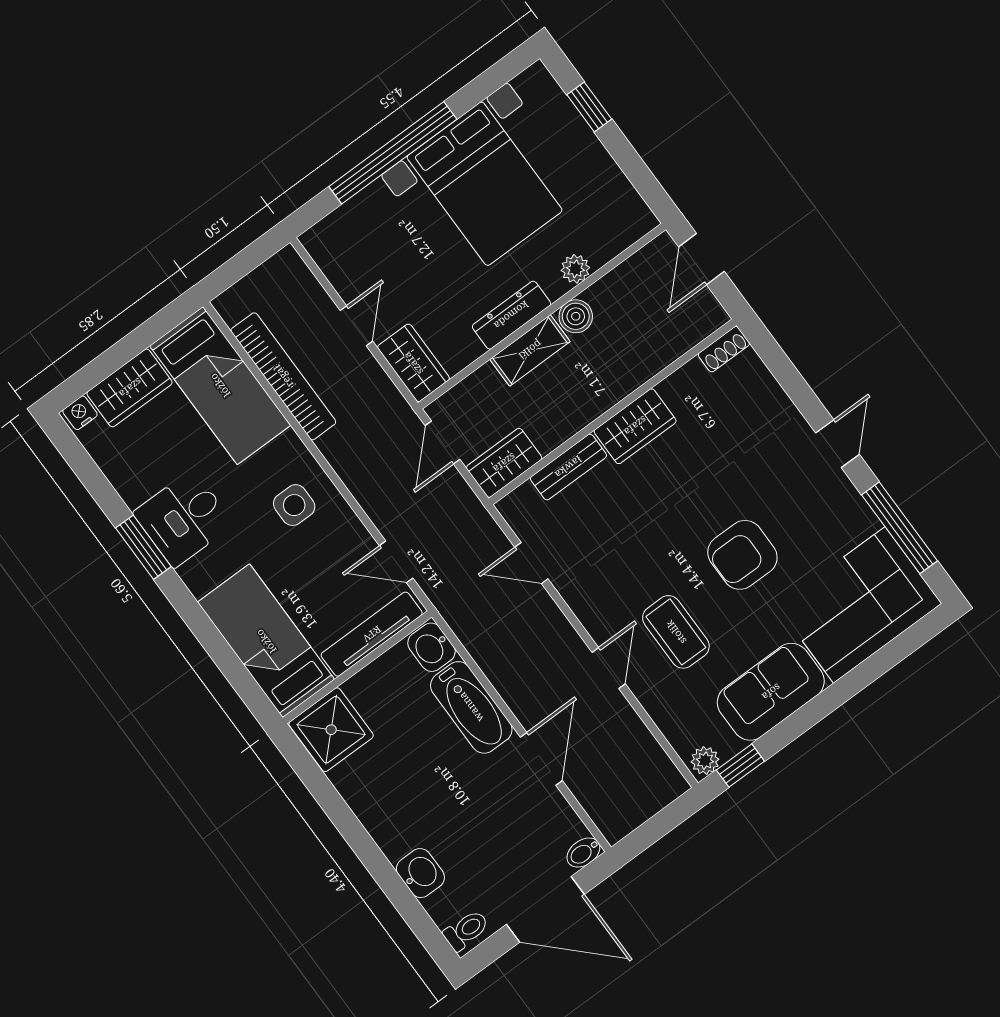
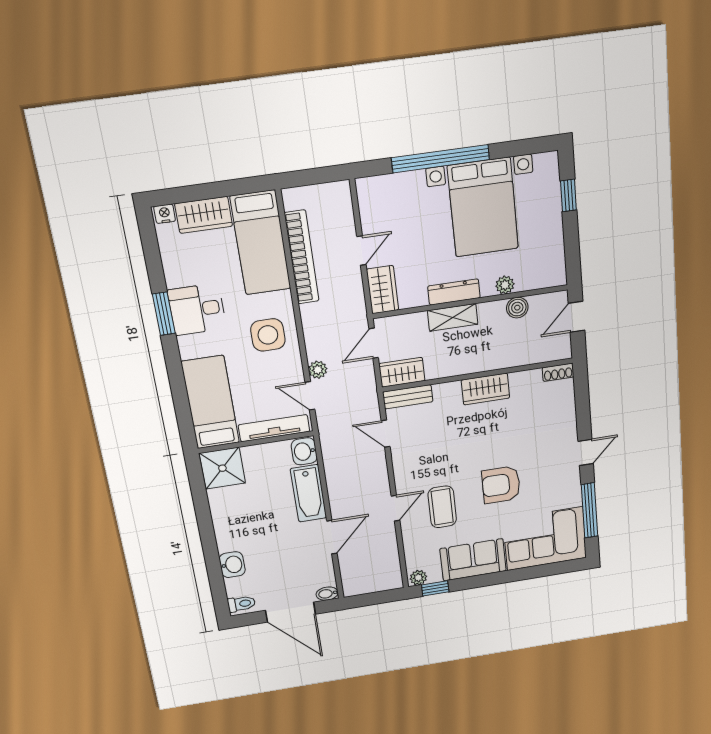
boiler: (576, 316) -> (517, 308), moved
bench: (568, 467) -> (408, 397), moved
side table: (294, 505) -> (268, 335), width x1.37, depth x1.37
plant: (387, 519) -> (318, 370), added

